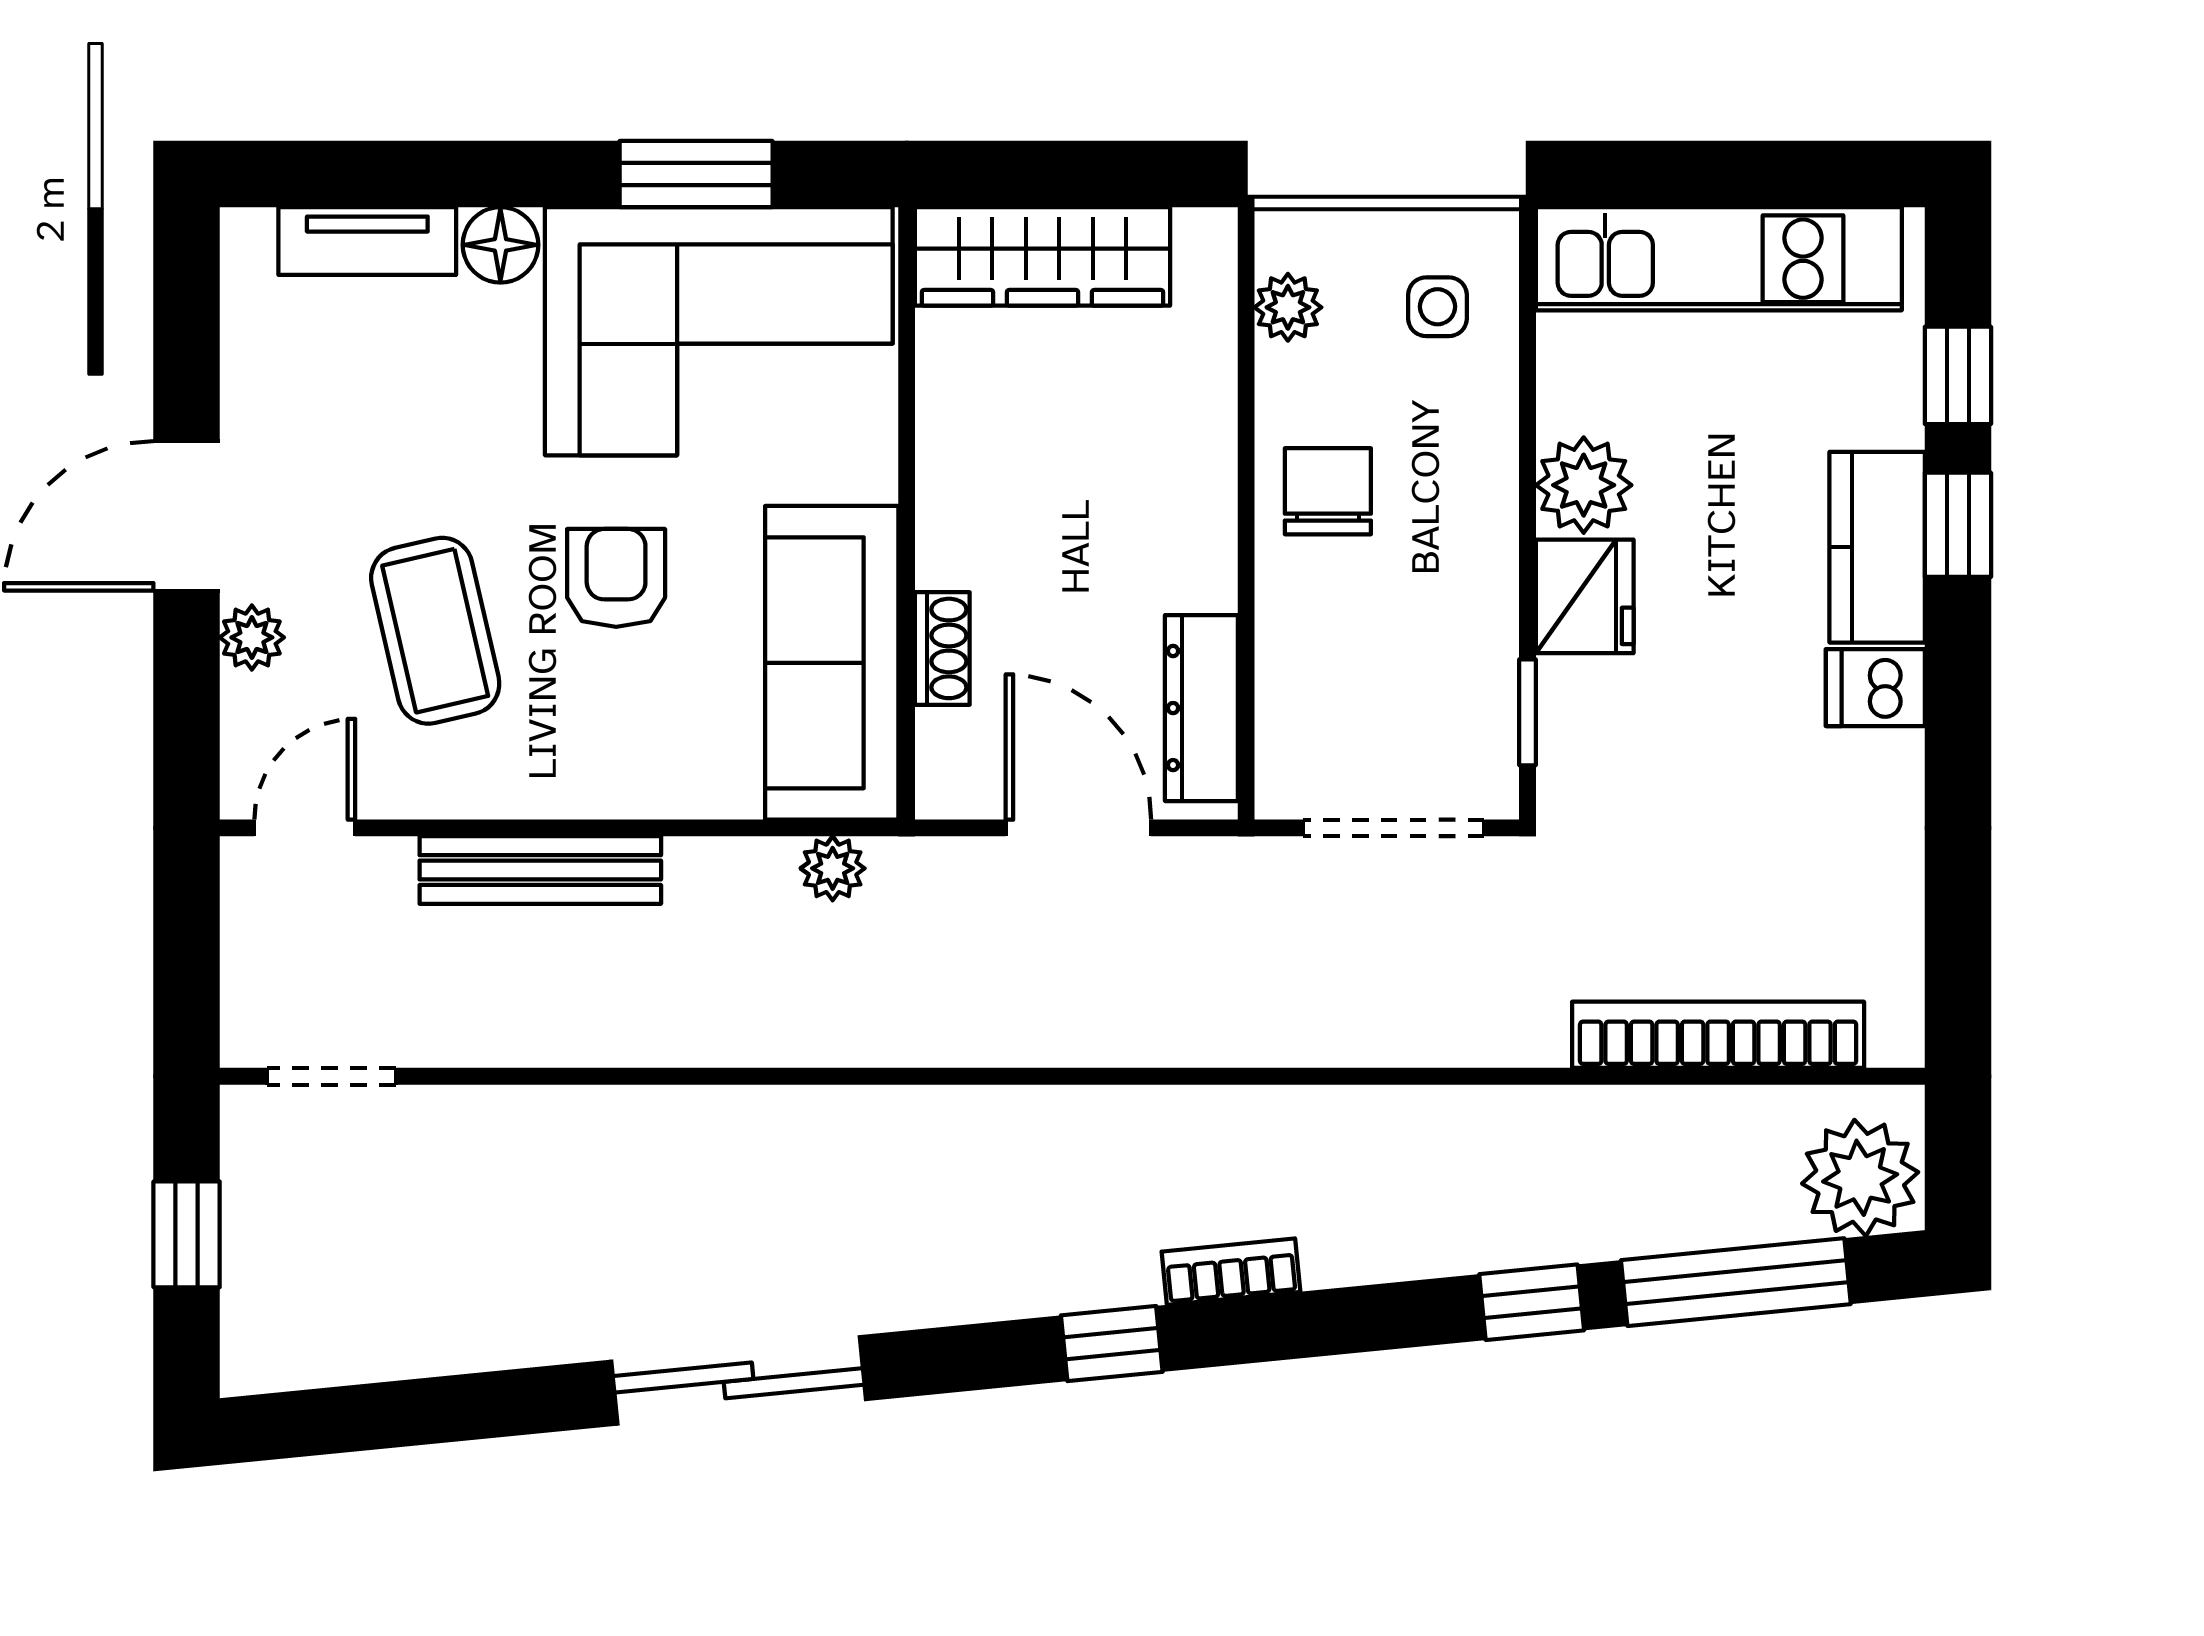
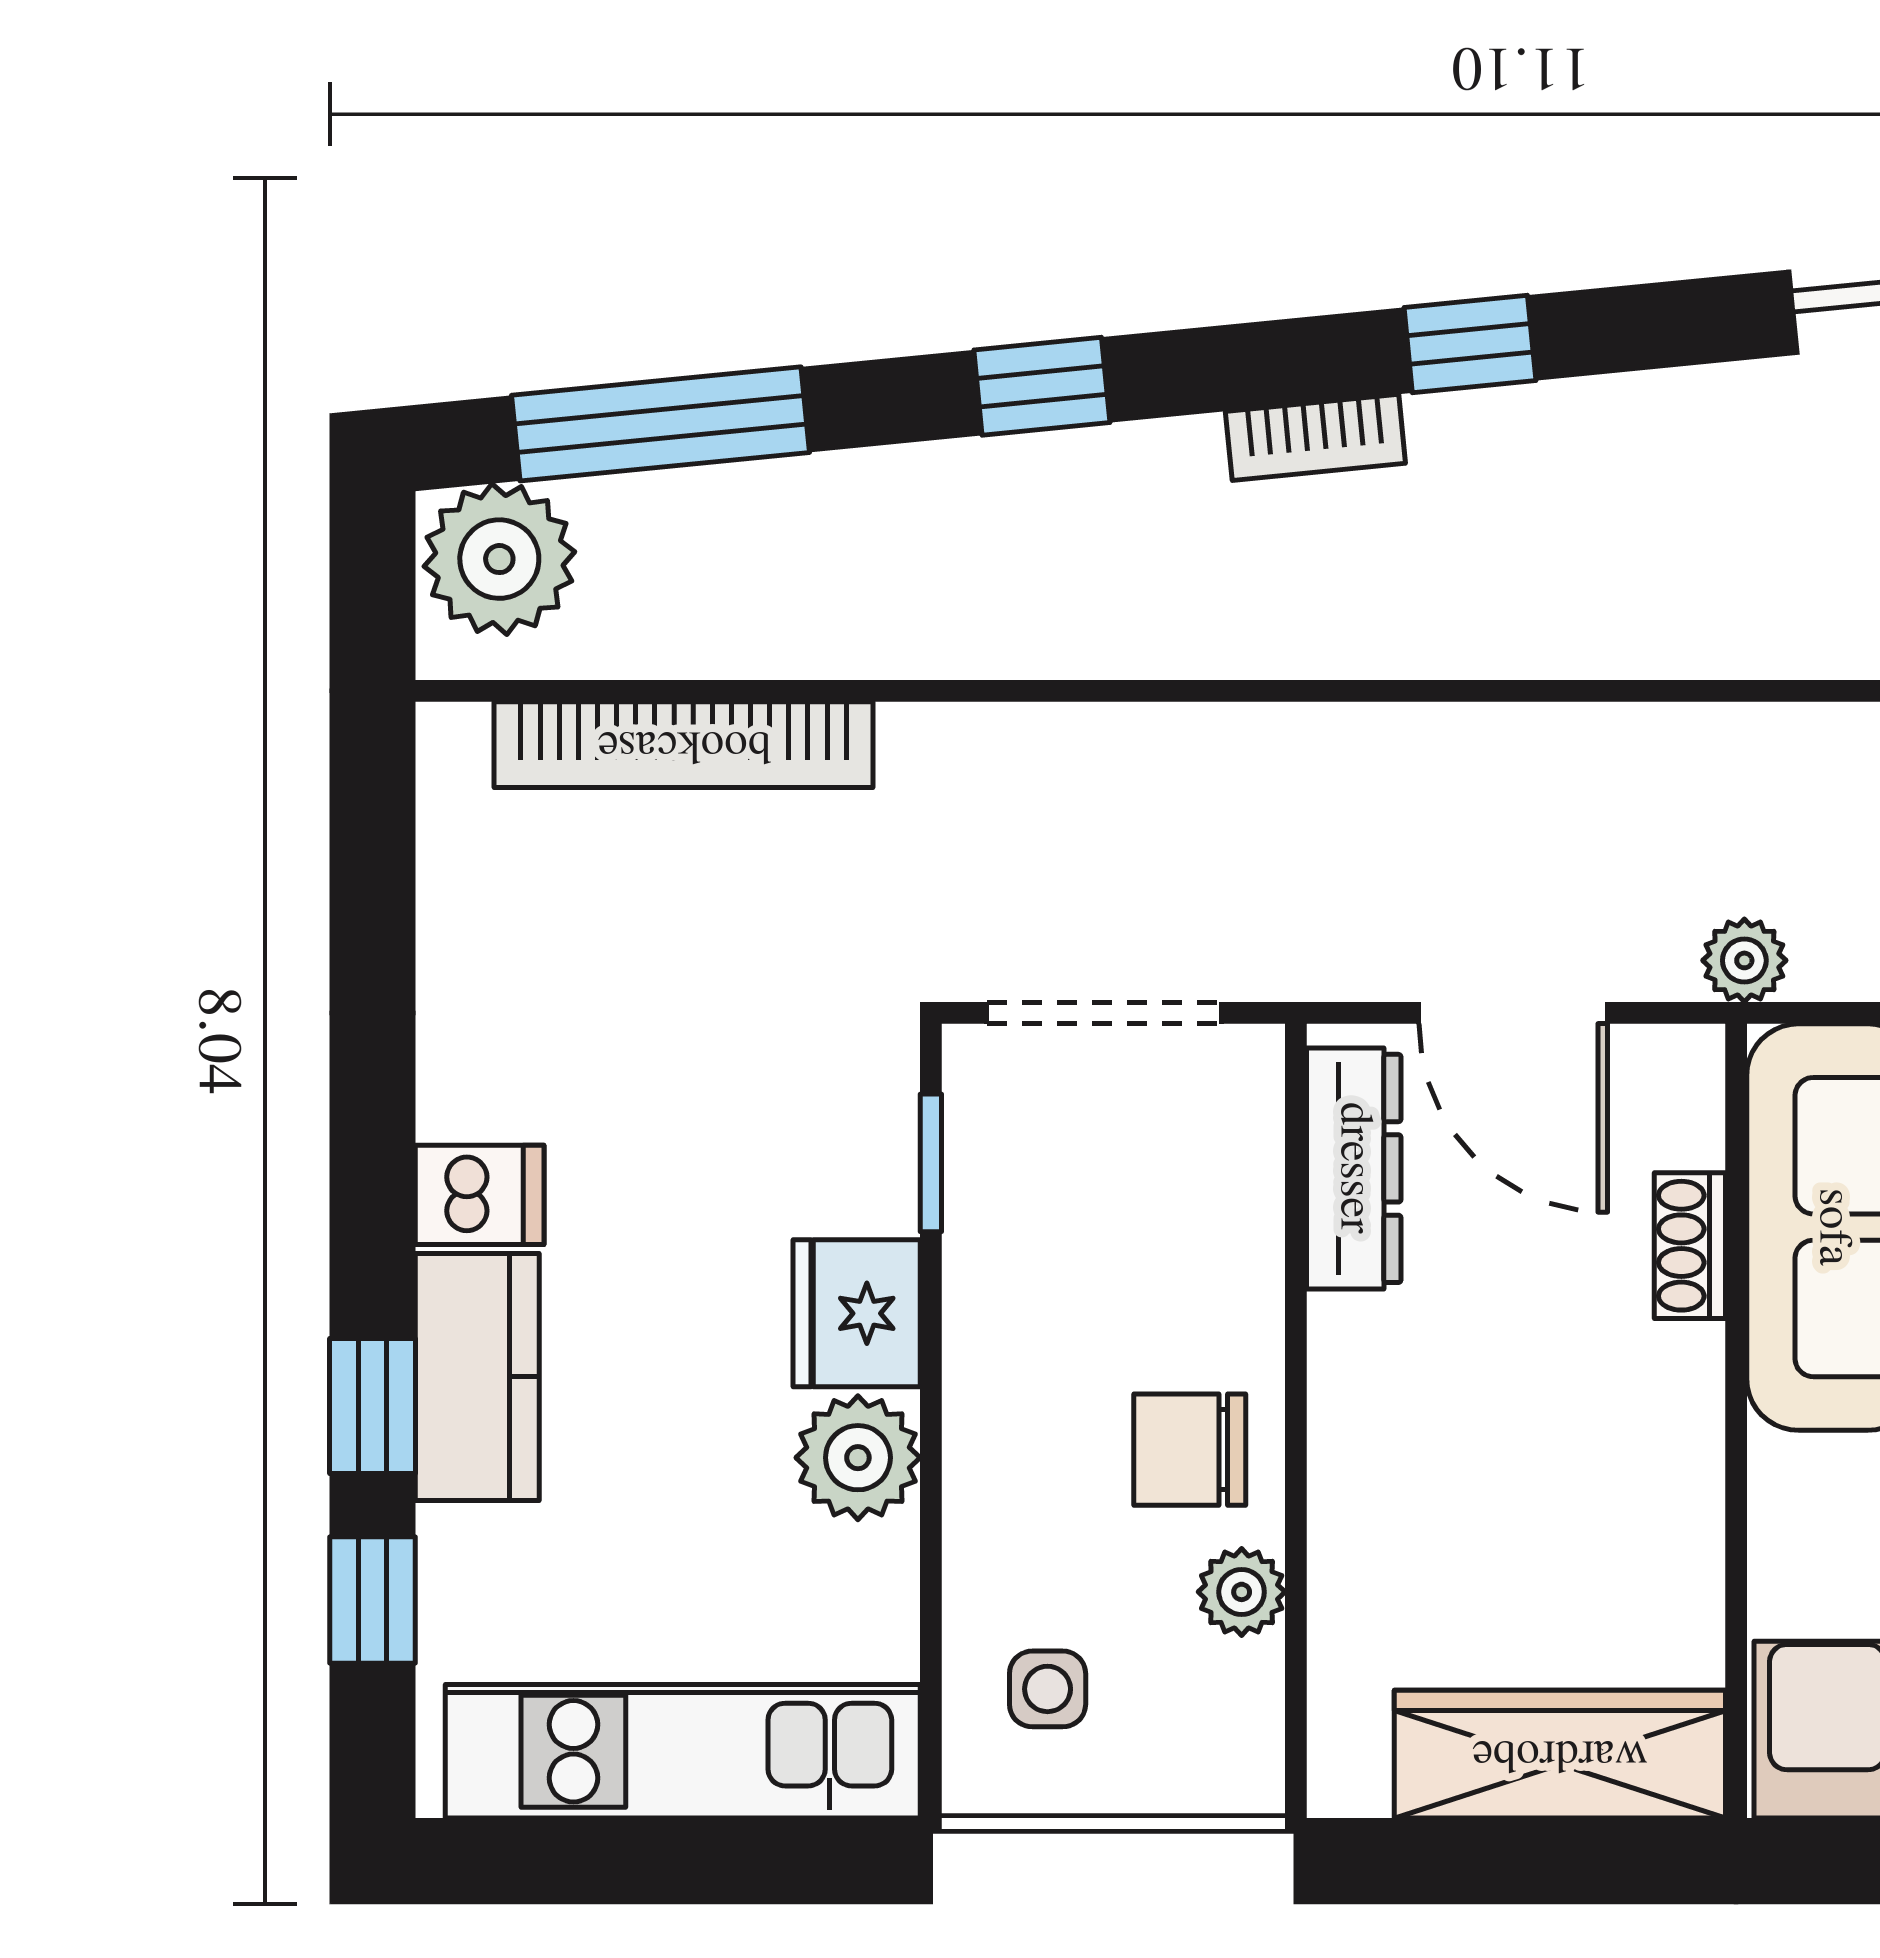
plant: (1288, 307) -> (1242, 1592), moved
chair: (1328, 491) -> (1190, 1450), turned 90
plant: (833, 868) -> (1744, 960), moved
window: (1532, 1302) -> (1042, 386), moved

